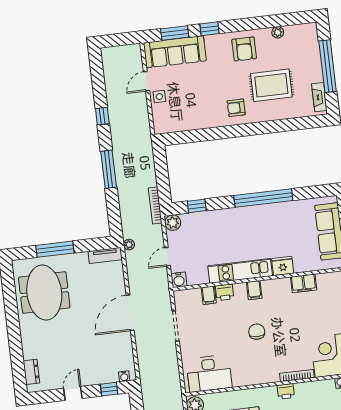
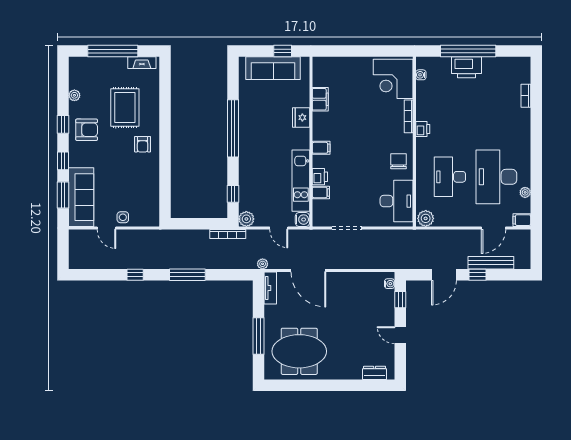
window: (247, 24) -> (63, 124), added
kitchen unit: (240, 271) -> (301, 181), moved
door: (130, 313) -> (308, 271), moved
chair: (257, 332) -> (398, 161), moved, turned 89

